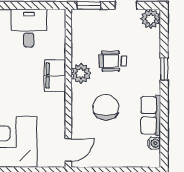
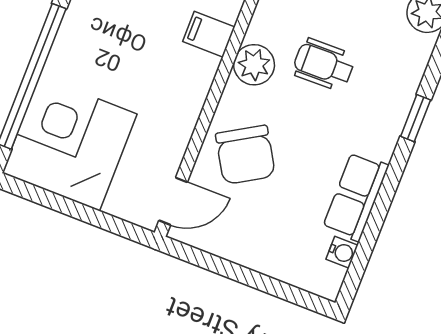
filing cabinet: (55, 76) -> (209, 34), width x0.50
chair: (106, 107) -> (245, 155), moved, turned 149

